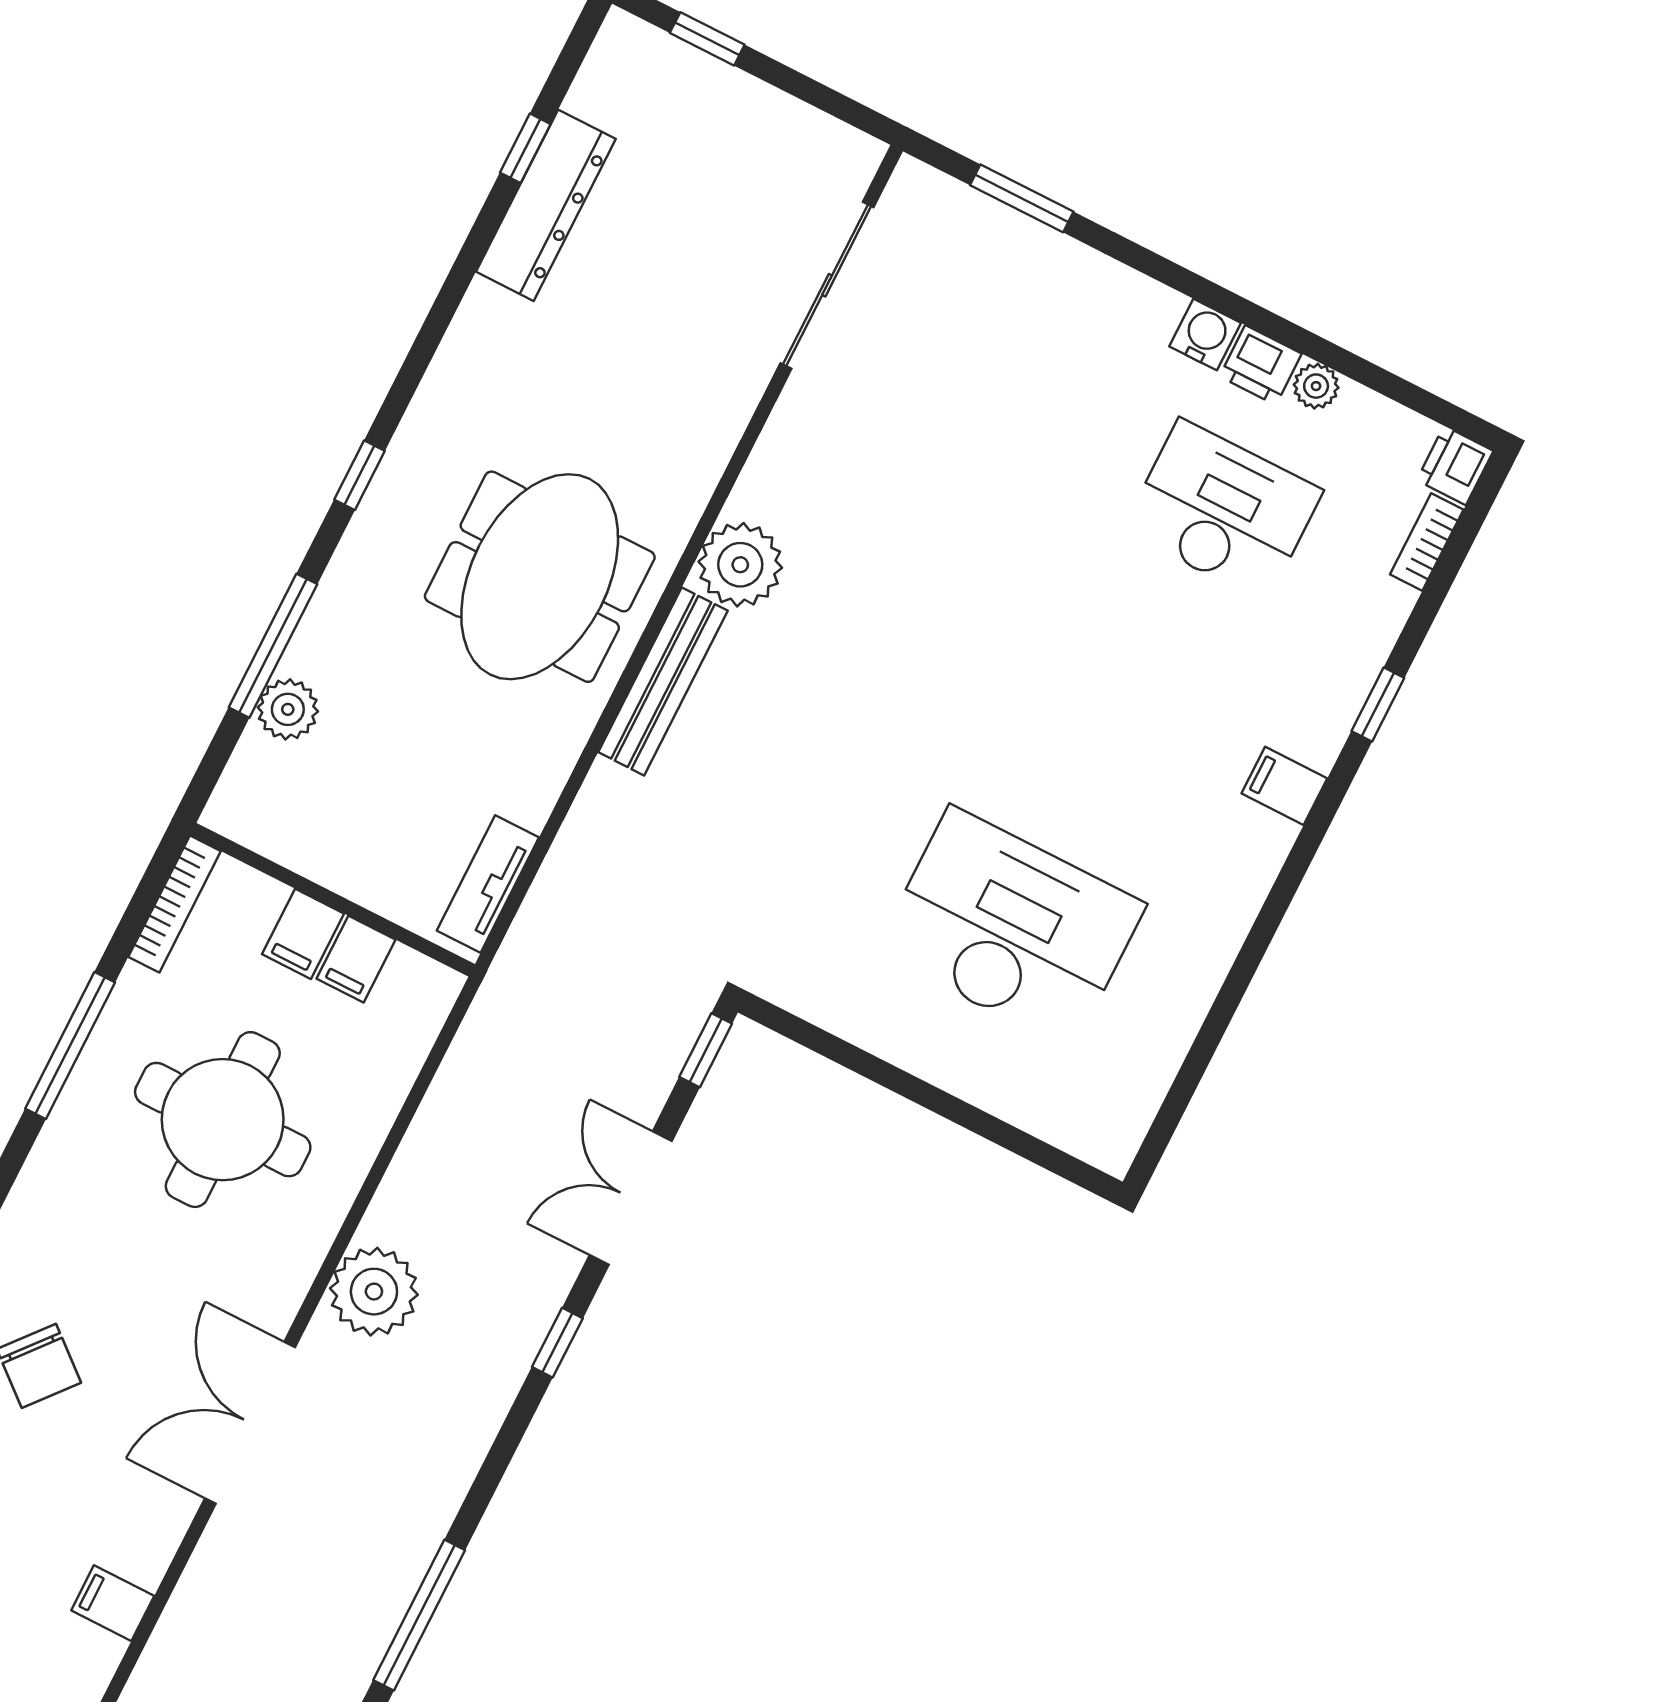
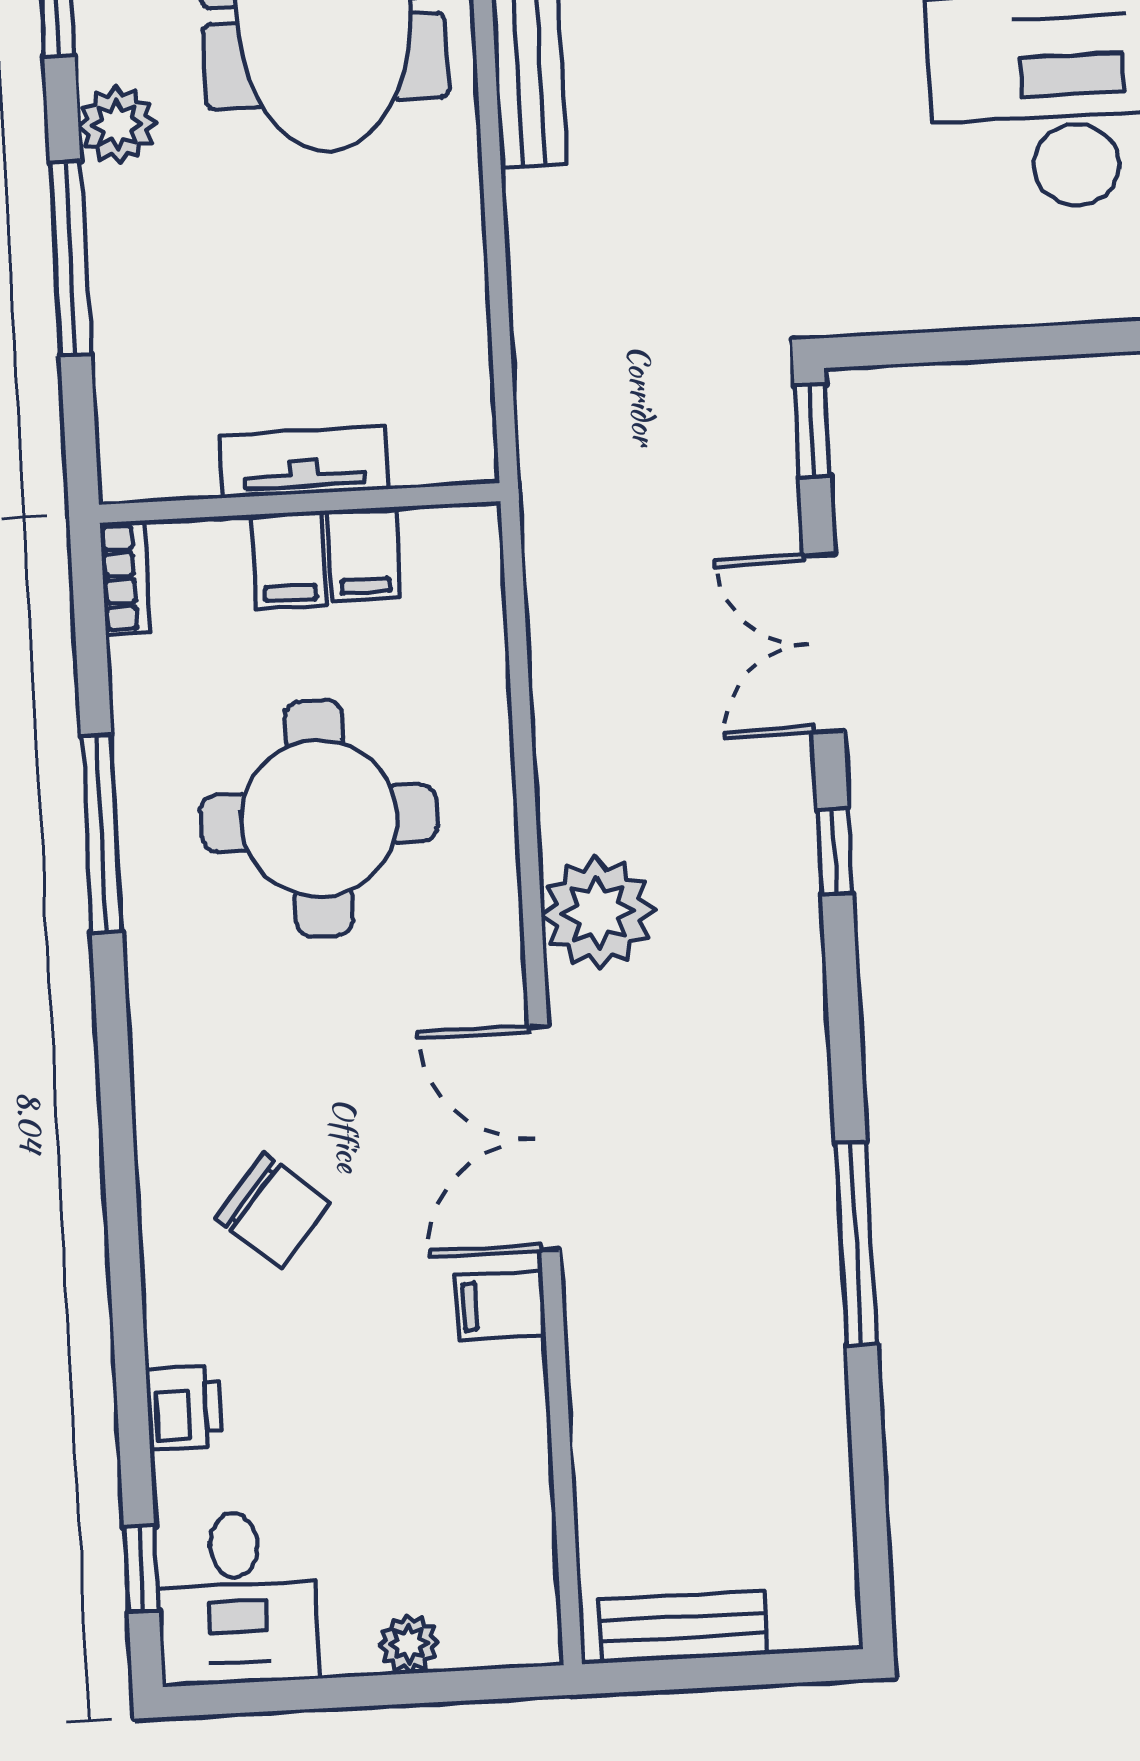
plant: (288, 709) -> (117, 125), moved
tv unit: (488, 884) -> (304, 462), moved, turned 90
bookcase: (175, 904) -> (125, 578), width x0.64
filing cabinet: (113, 1603) -> (501, 1305), moved

